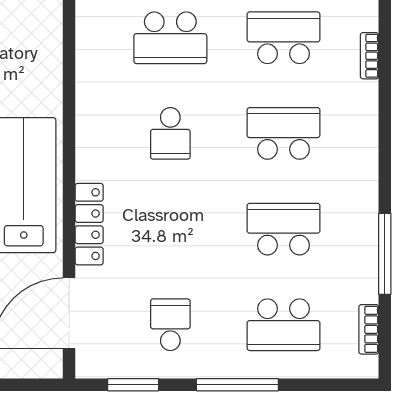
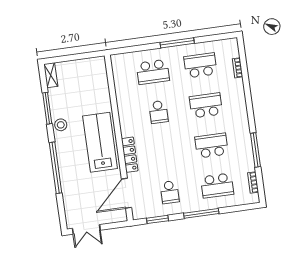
school desk: (170, 325) -> (170, 192), turned 180

